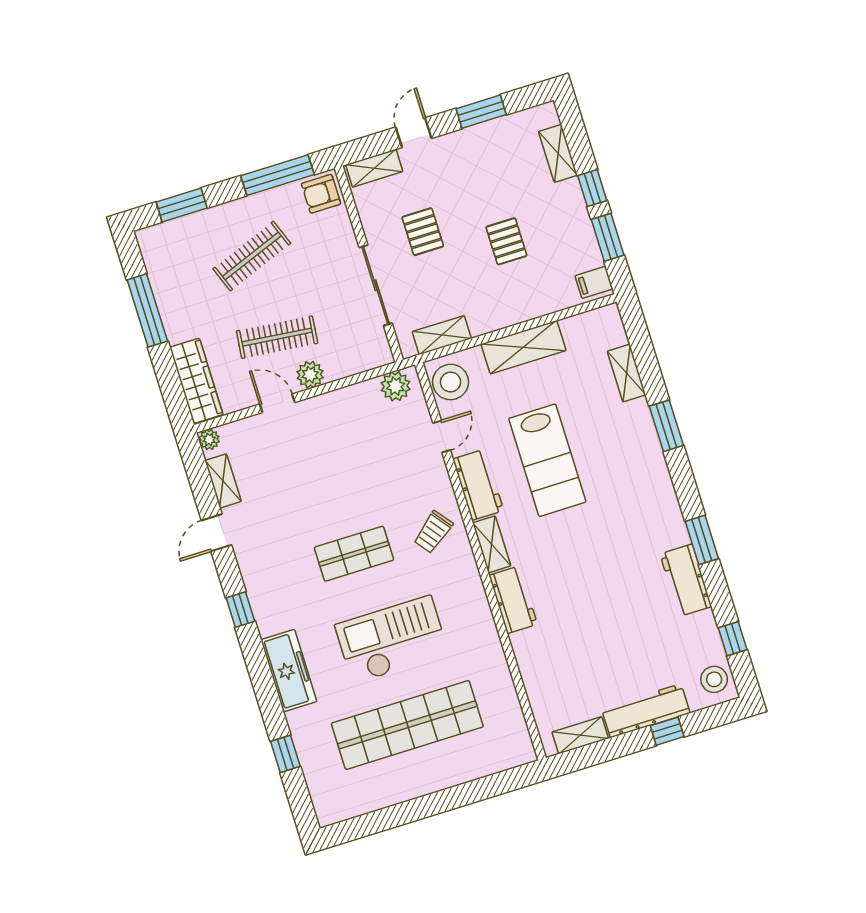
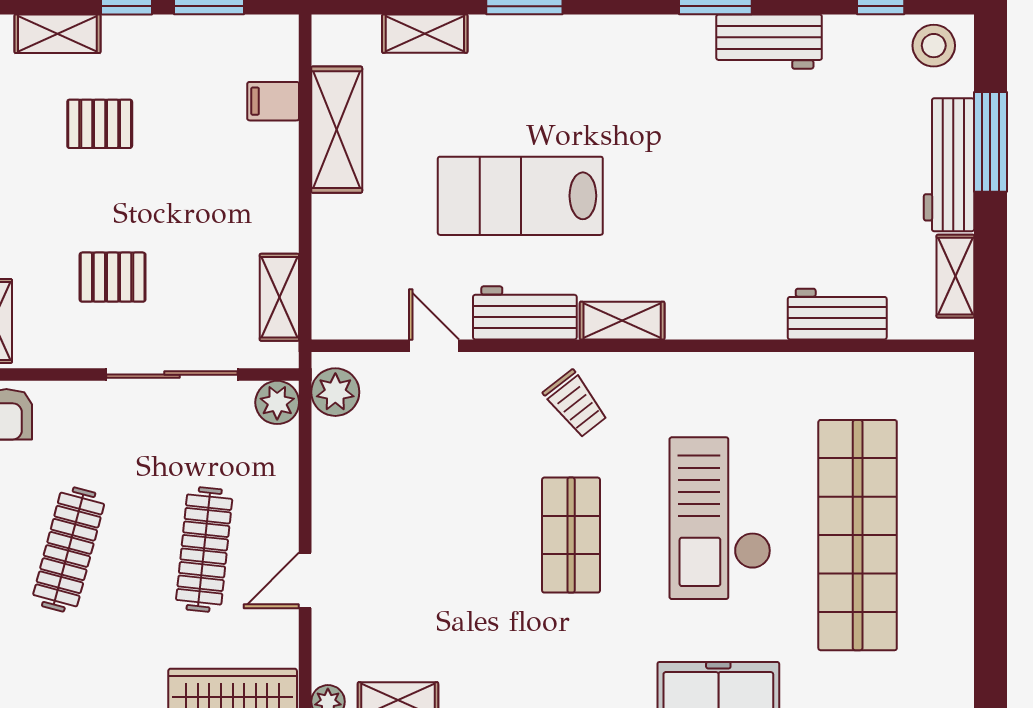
pallet: (506, 241) -> (100, 124), moved
clothes rail: (252, 256) -> (69, 549), turned 36
filing cabinet: (594, 282) -> (273, 101), moved, turned 90
shelving: (524, 347) -> (337, 130), moved
plant: (310, 375) -> (277, 402), moved
stool: (451, 382) -> (355, 306), removed
lab bench: (547, 460) -> (520, 196), turned 180
workbench: (513, 600) -> (837, 314), moved
window: (667, 731) -> (990, 142), width x2.17

